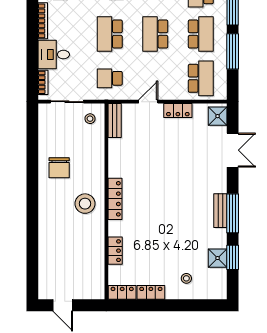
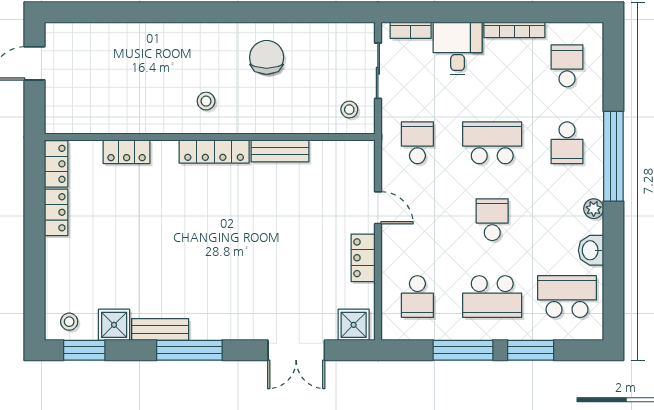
school desk: (155, 34) -> (492, 220), width x0.54
school desk: (201, 78) -> (417, 297), width x0.54
bench: (115, 121) -> (280, 151), moved
chair: (59, 168) -> (267, 57), turned 90
stool: (85, 204) -> (206, 101), width x0.53, depth x0.53
bench: (220, 211) -> (160, 330), moved
window: (233, 257) -> (84, 350), moved
stool: (186, 278) -> (69, 322), moved

